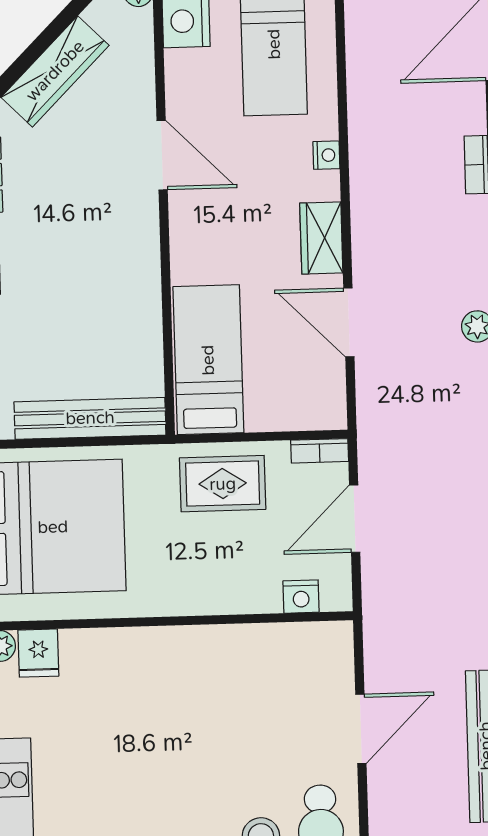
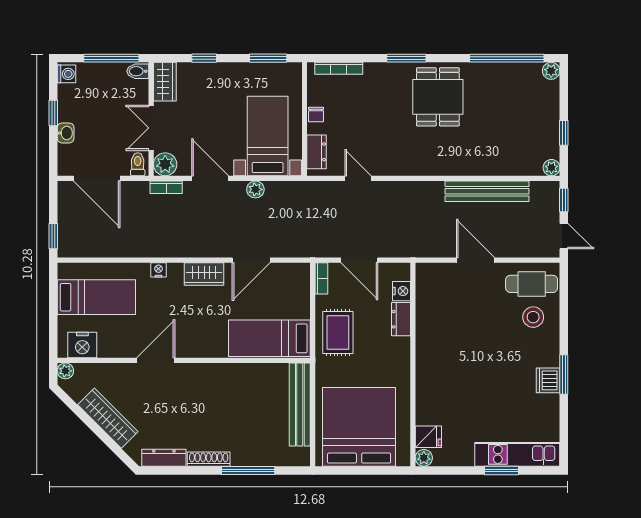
dresser: (250, 597) -> (401, 319), added

